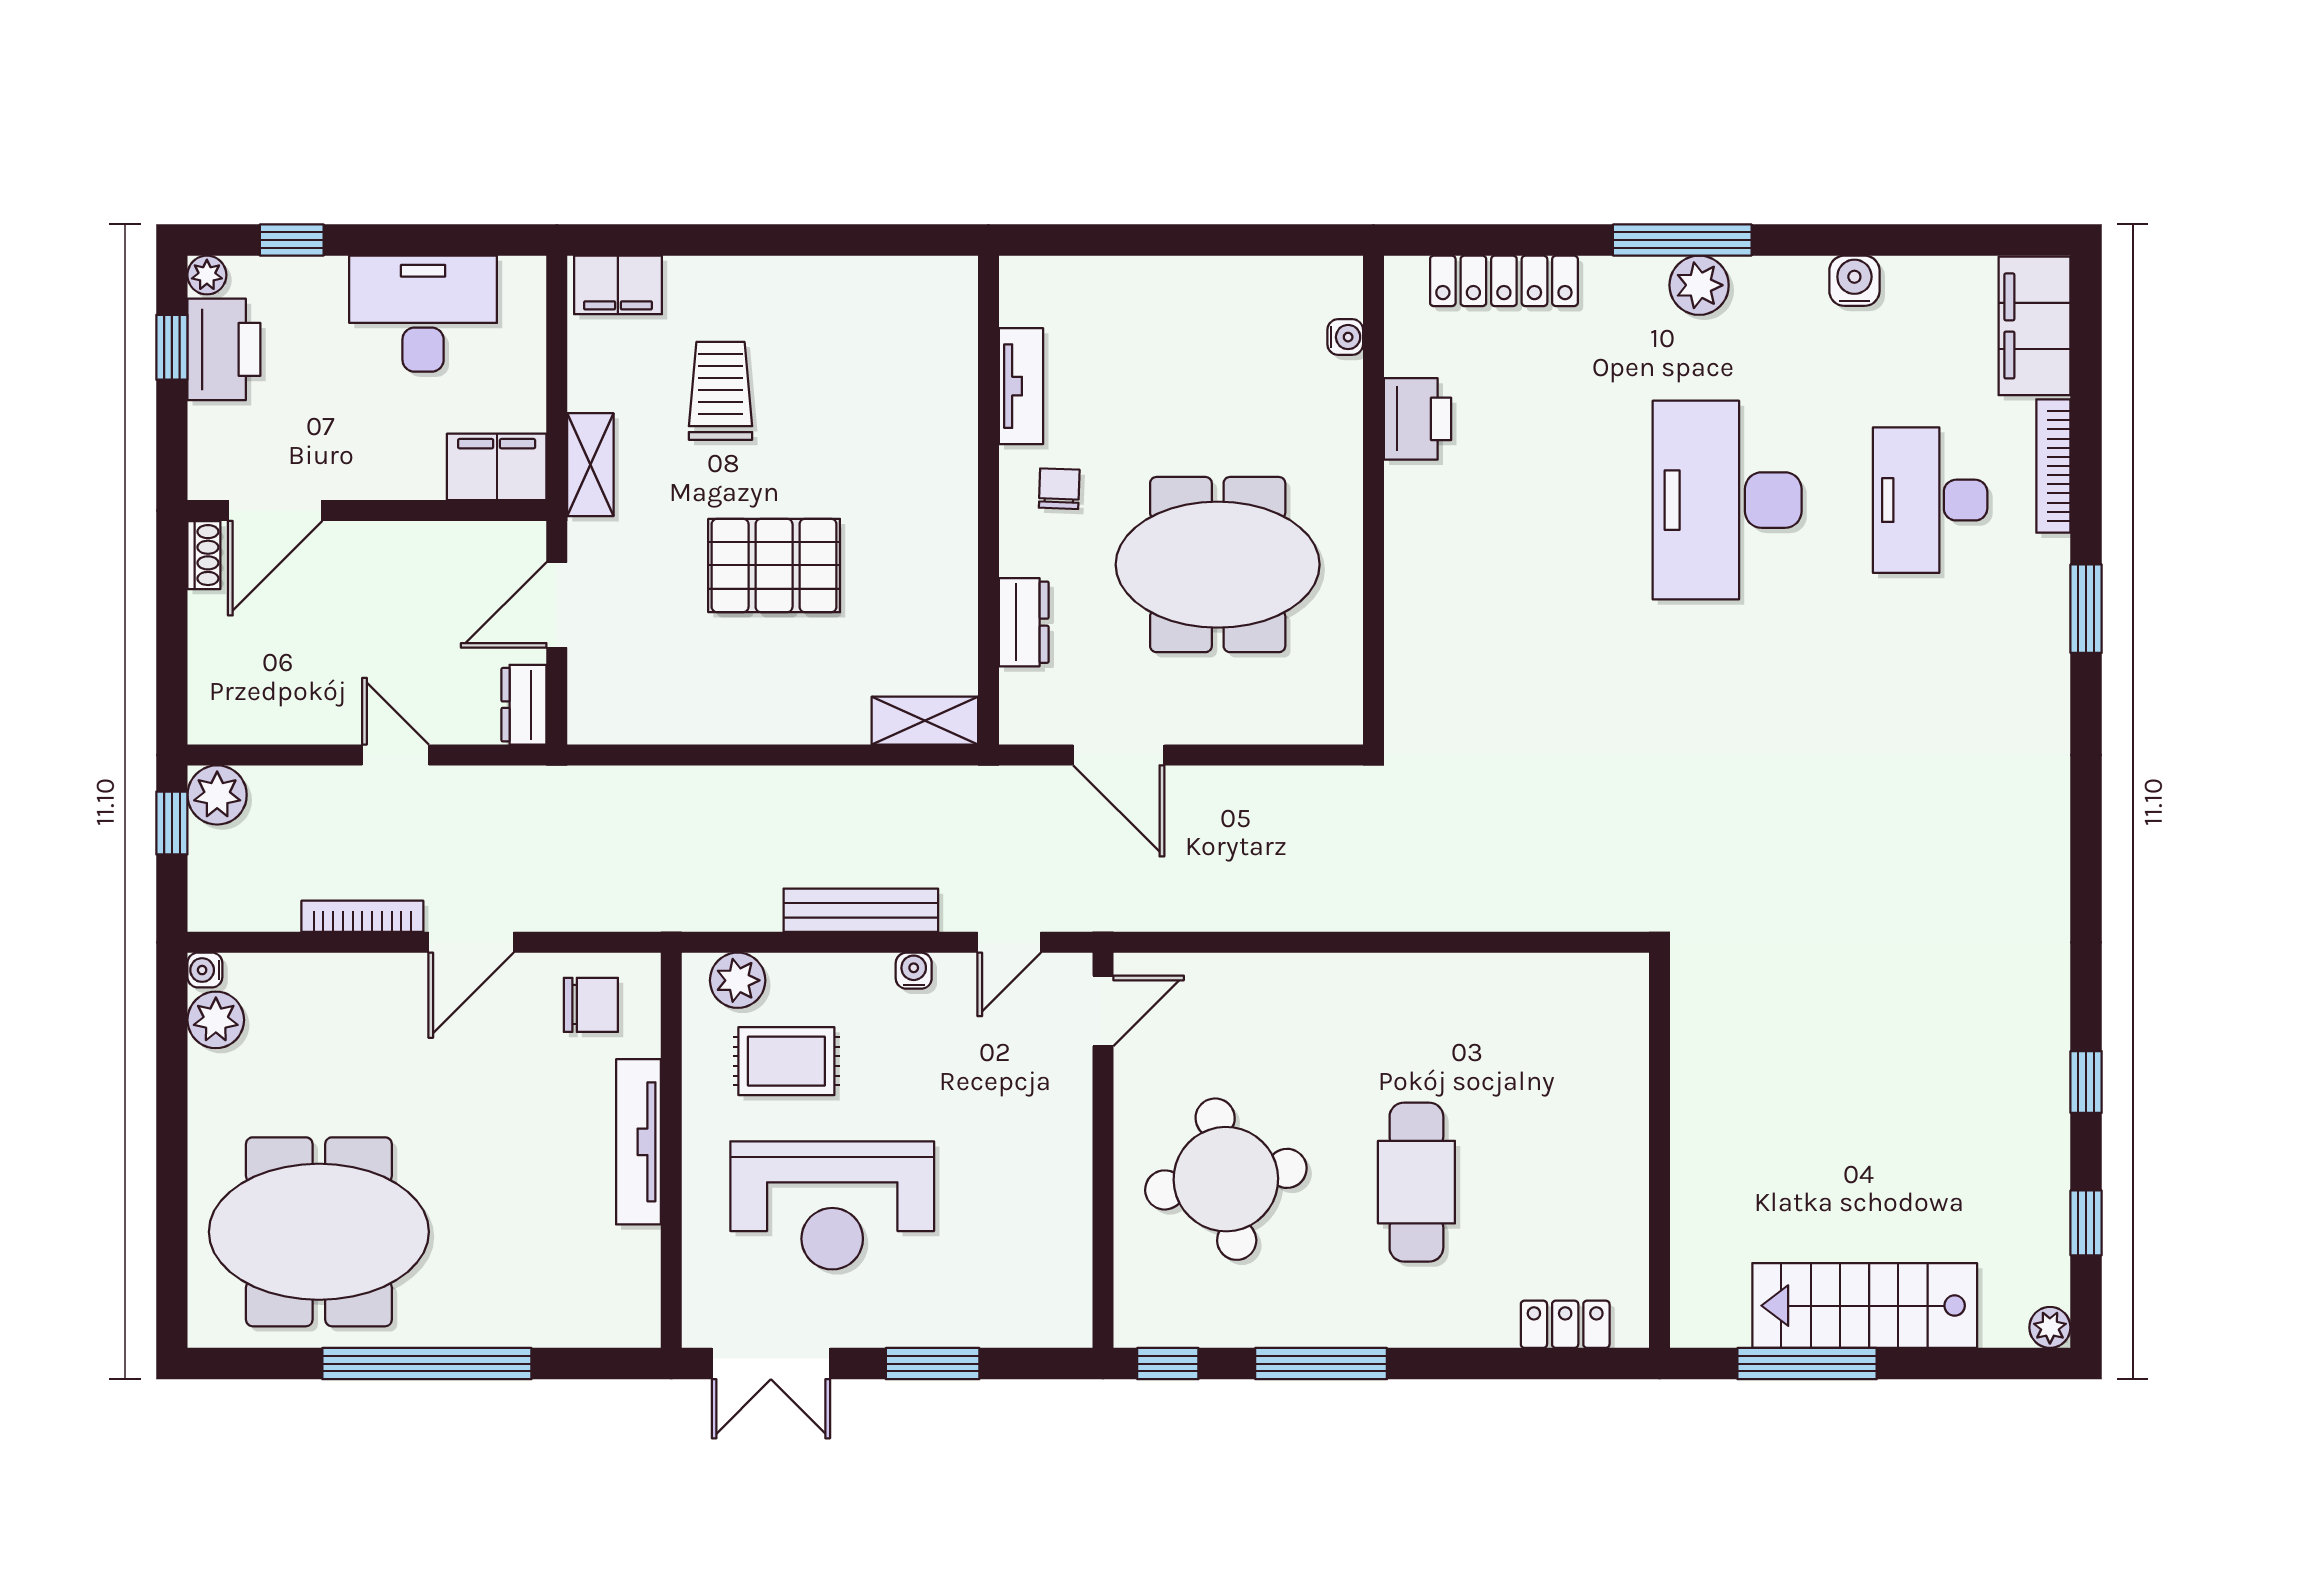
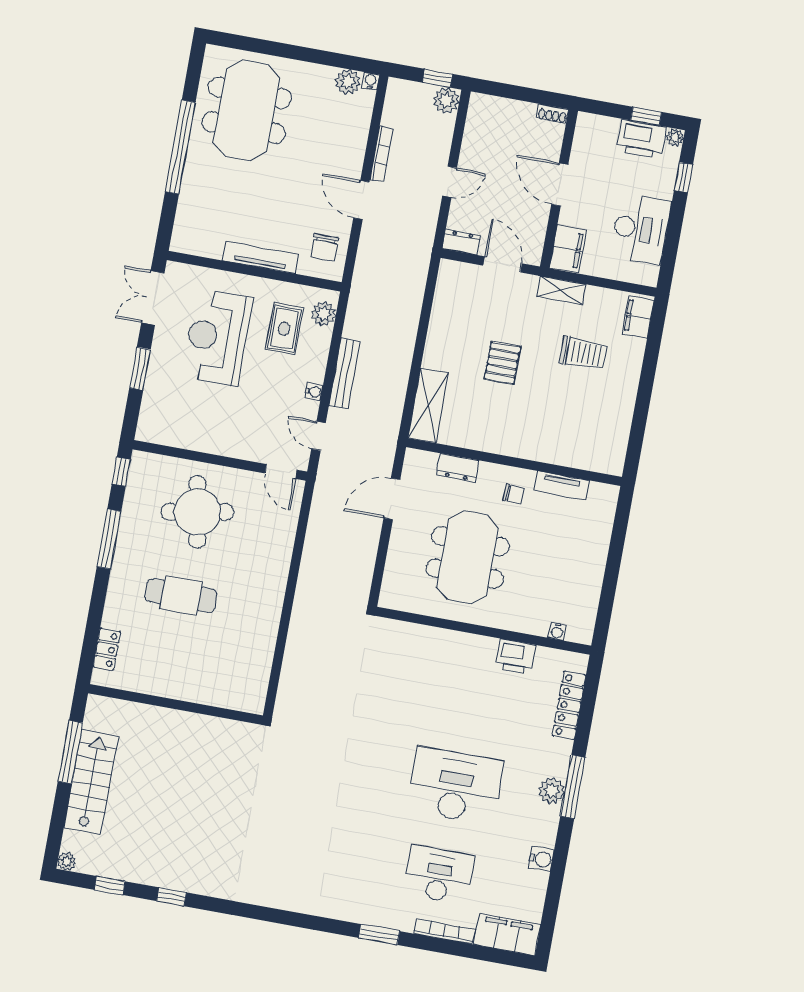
door: (275, 510) -> (560, 184), moved
pallet: (774, 565) -> (502, 363), width x0.67, depth x0.71
shelving: (925, 721) -> (428, 406), width x1.50, depth x1.33

